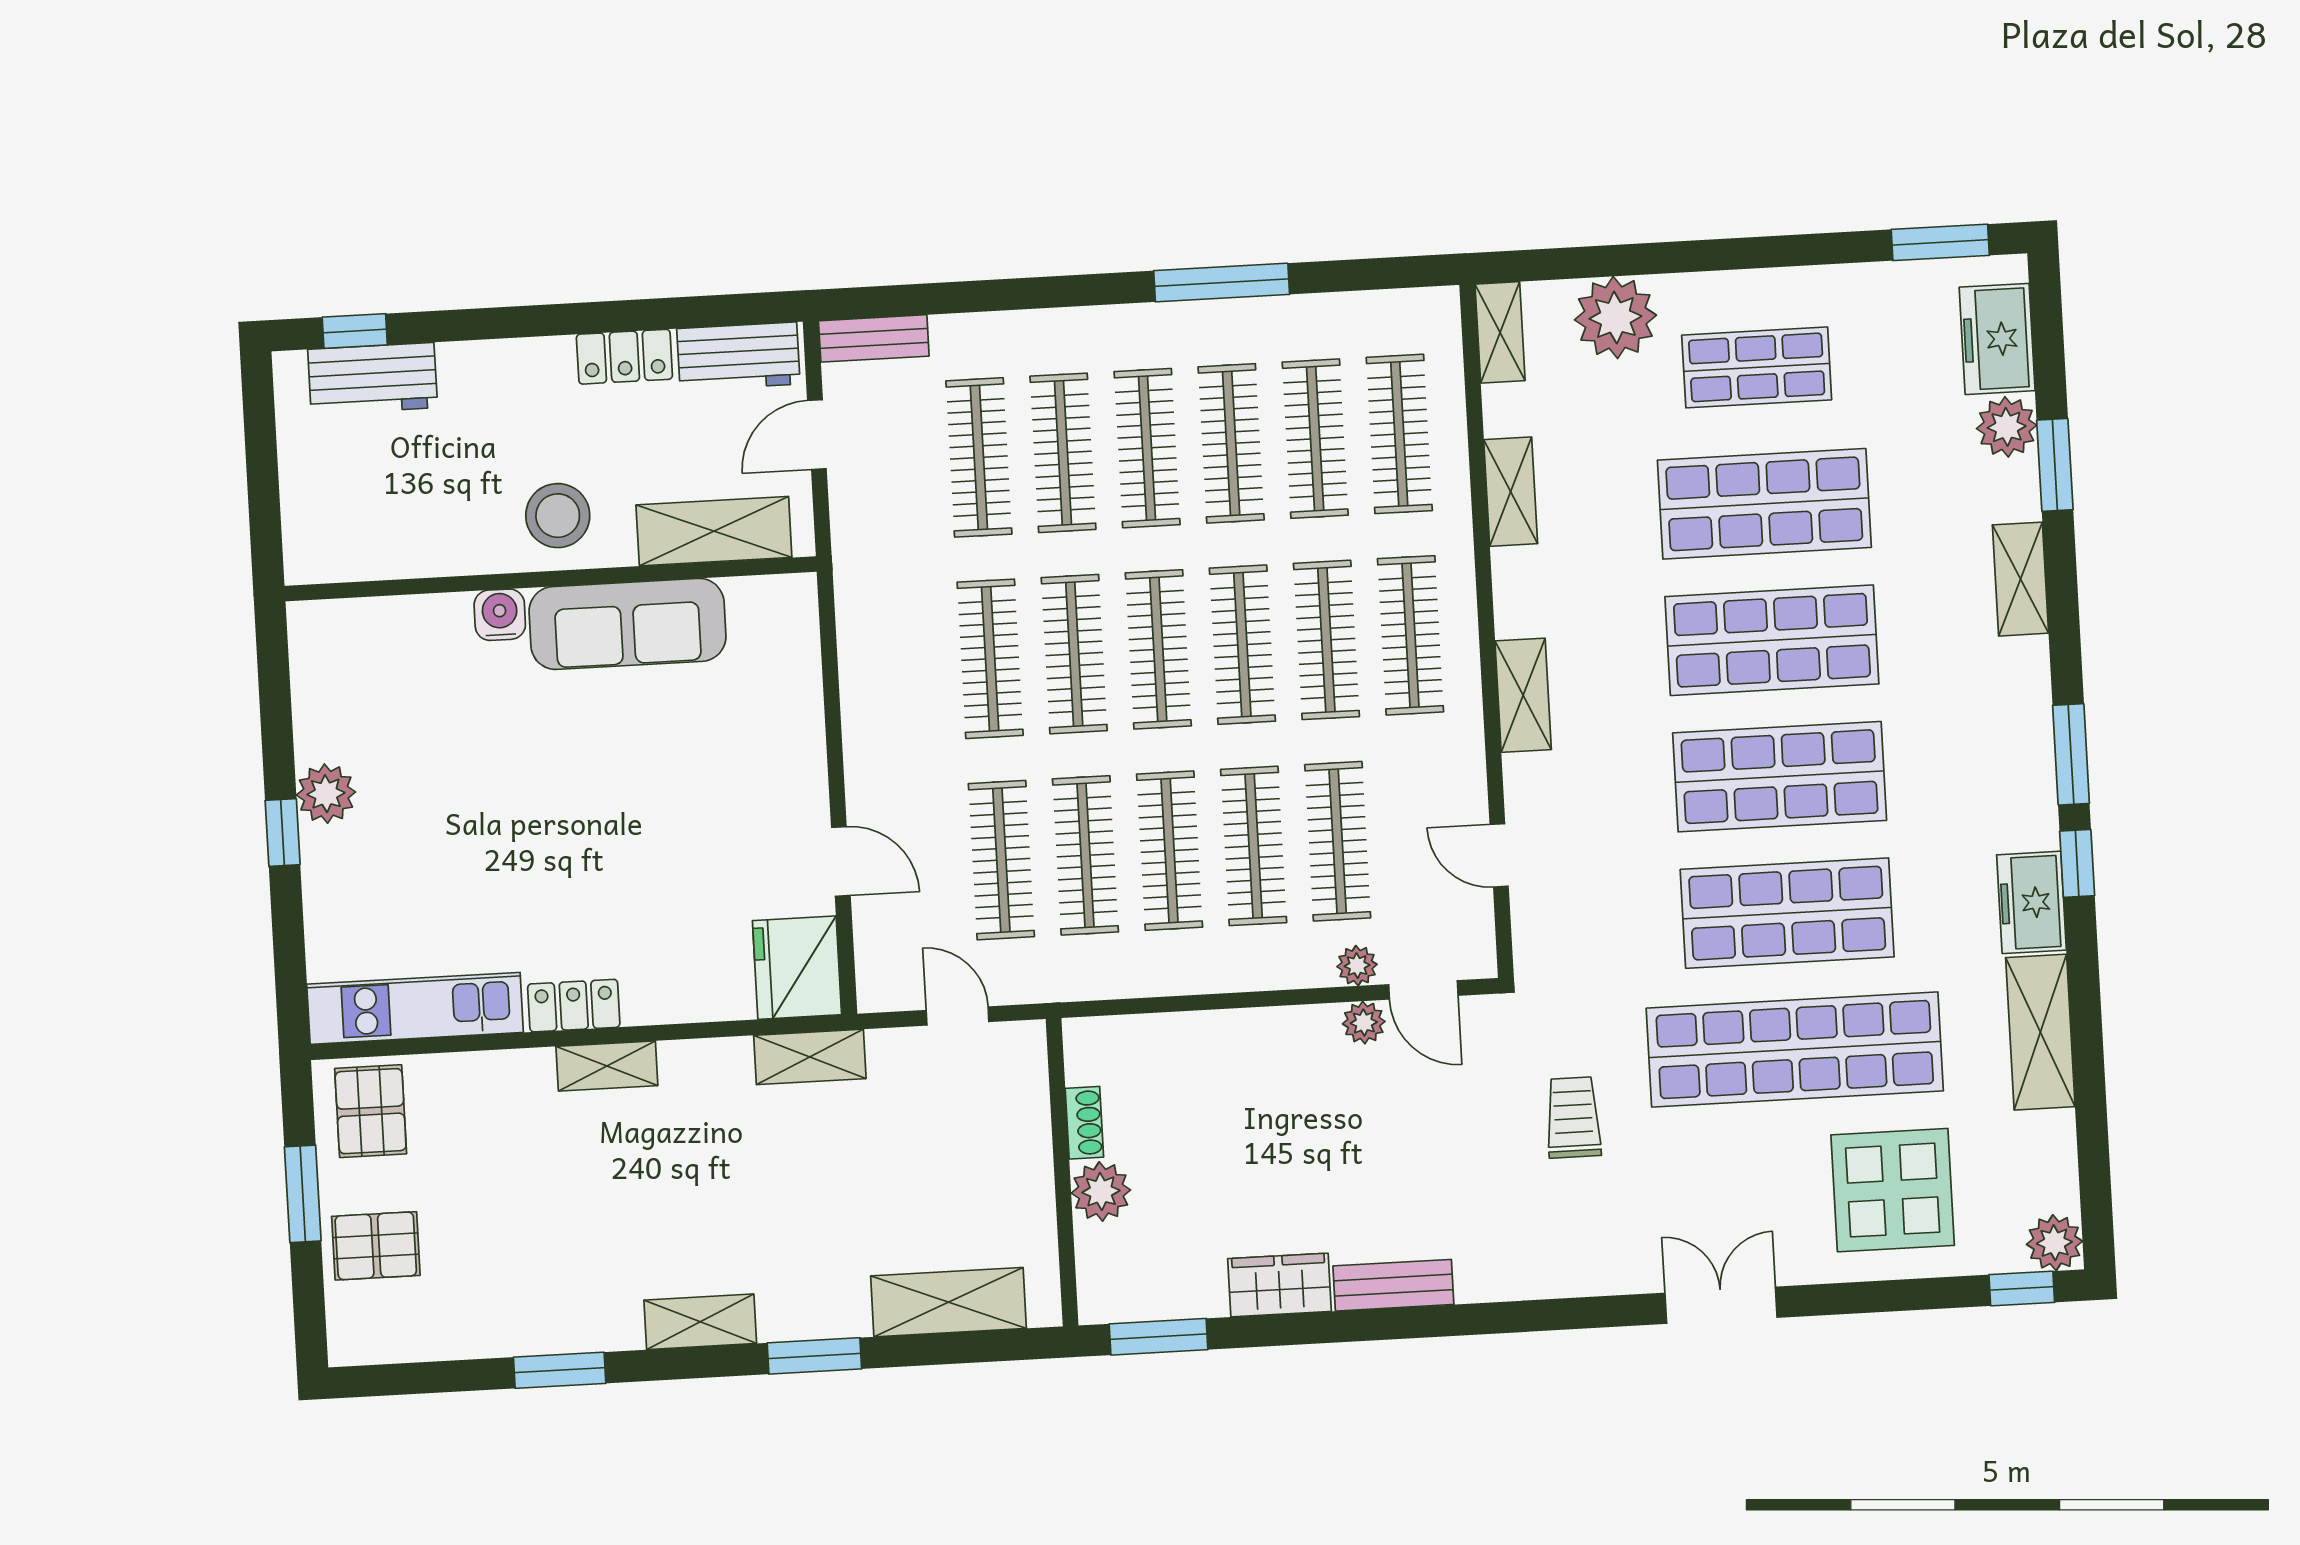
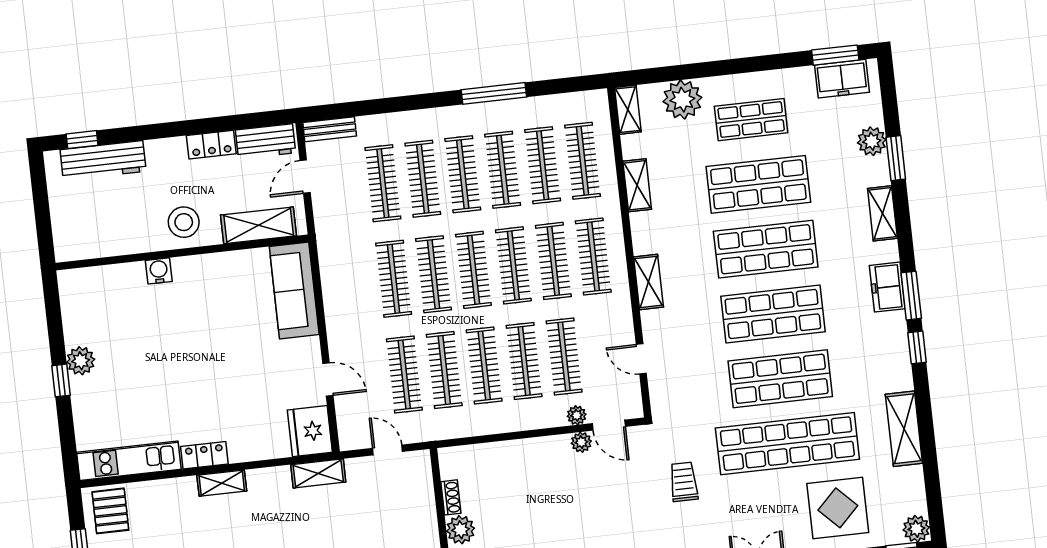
freezer: (1997, 339) -> (842, 79), moved, turned -90
workbench: (373, 378) -> (103, 160), width x1.37
sofa: (627, 624) -> (294, 290), moved, turned 90
freezer: (2031, 902) -> (887, 287), moved

